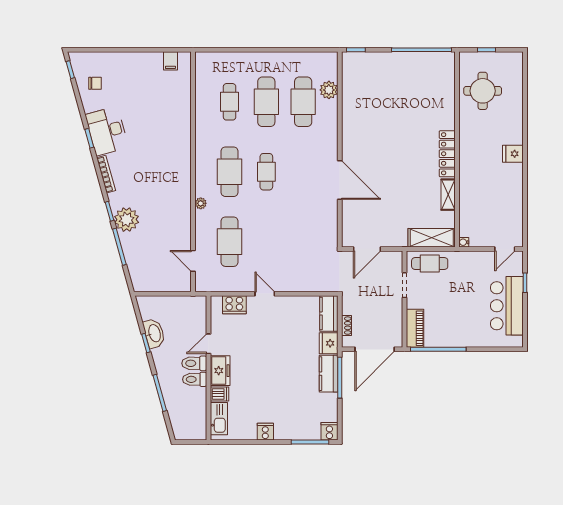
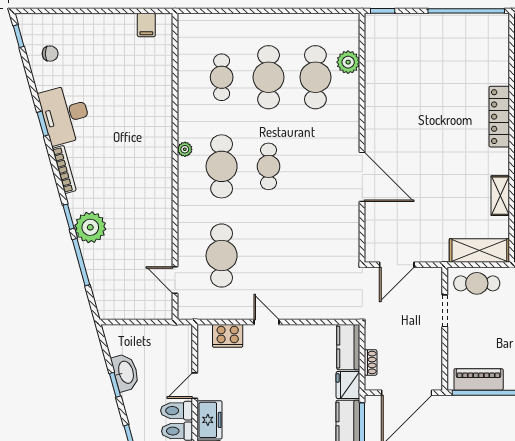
locker: (447, 154) -> (499, 117), moved
plant: (201, 203) -> (185, 149), moved
piano: (415, 328) -> (479, 379), moved, turned -90

